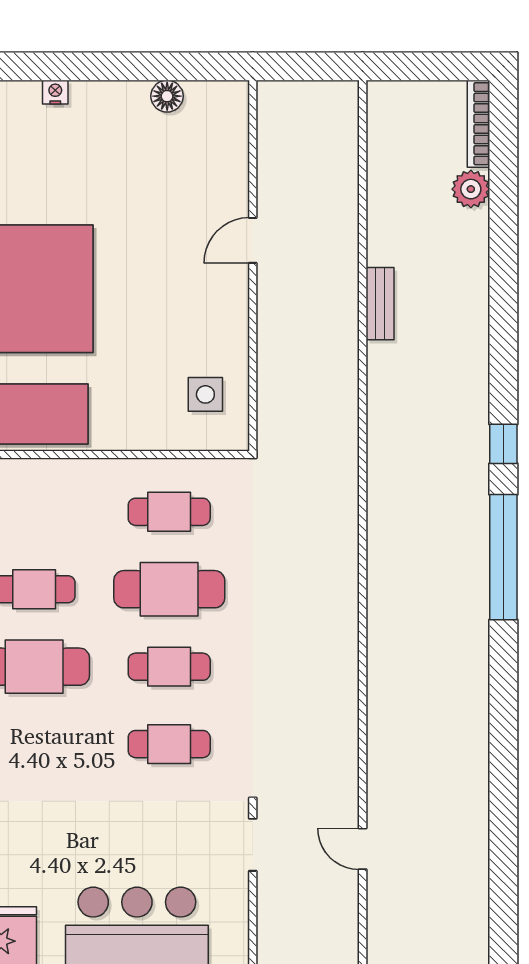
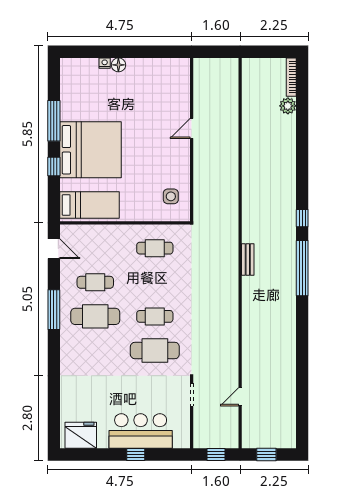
floor lamp: (167, 96) -> (118, 65), moved
bench: (380, 304) -> (248, 260), moved
cafe table: (169, 589) -> (155, 282), removed
cafe table: (169, 744) -> (155, 351), width x1.37, depth x1.35
door: (363, 849) -> (240, 397), hinge flipped

